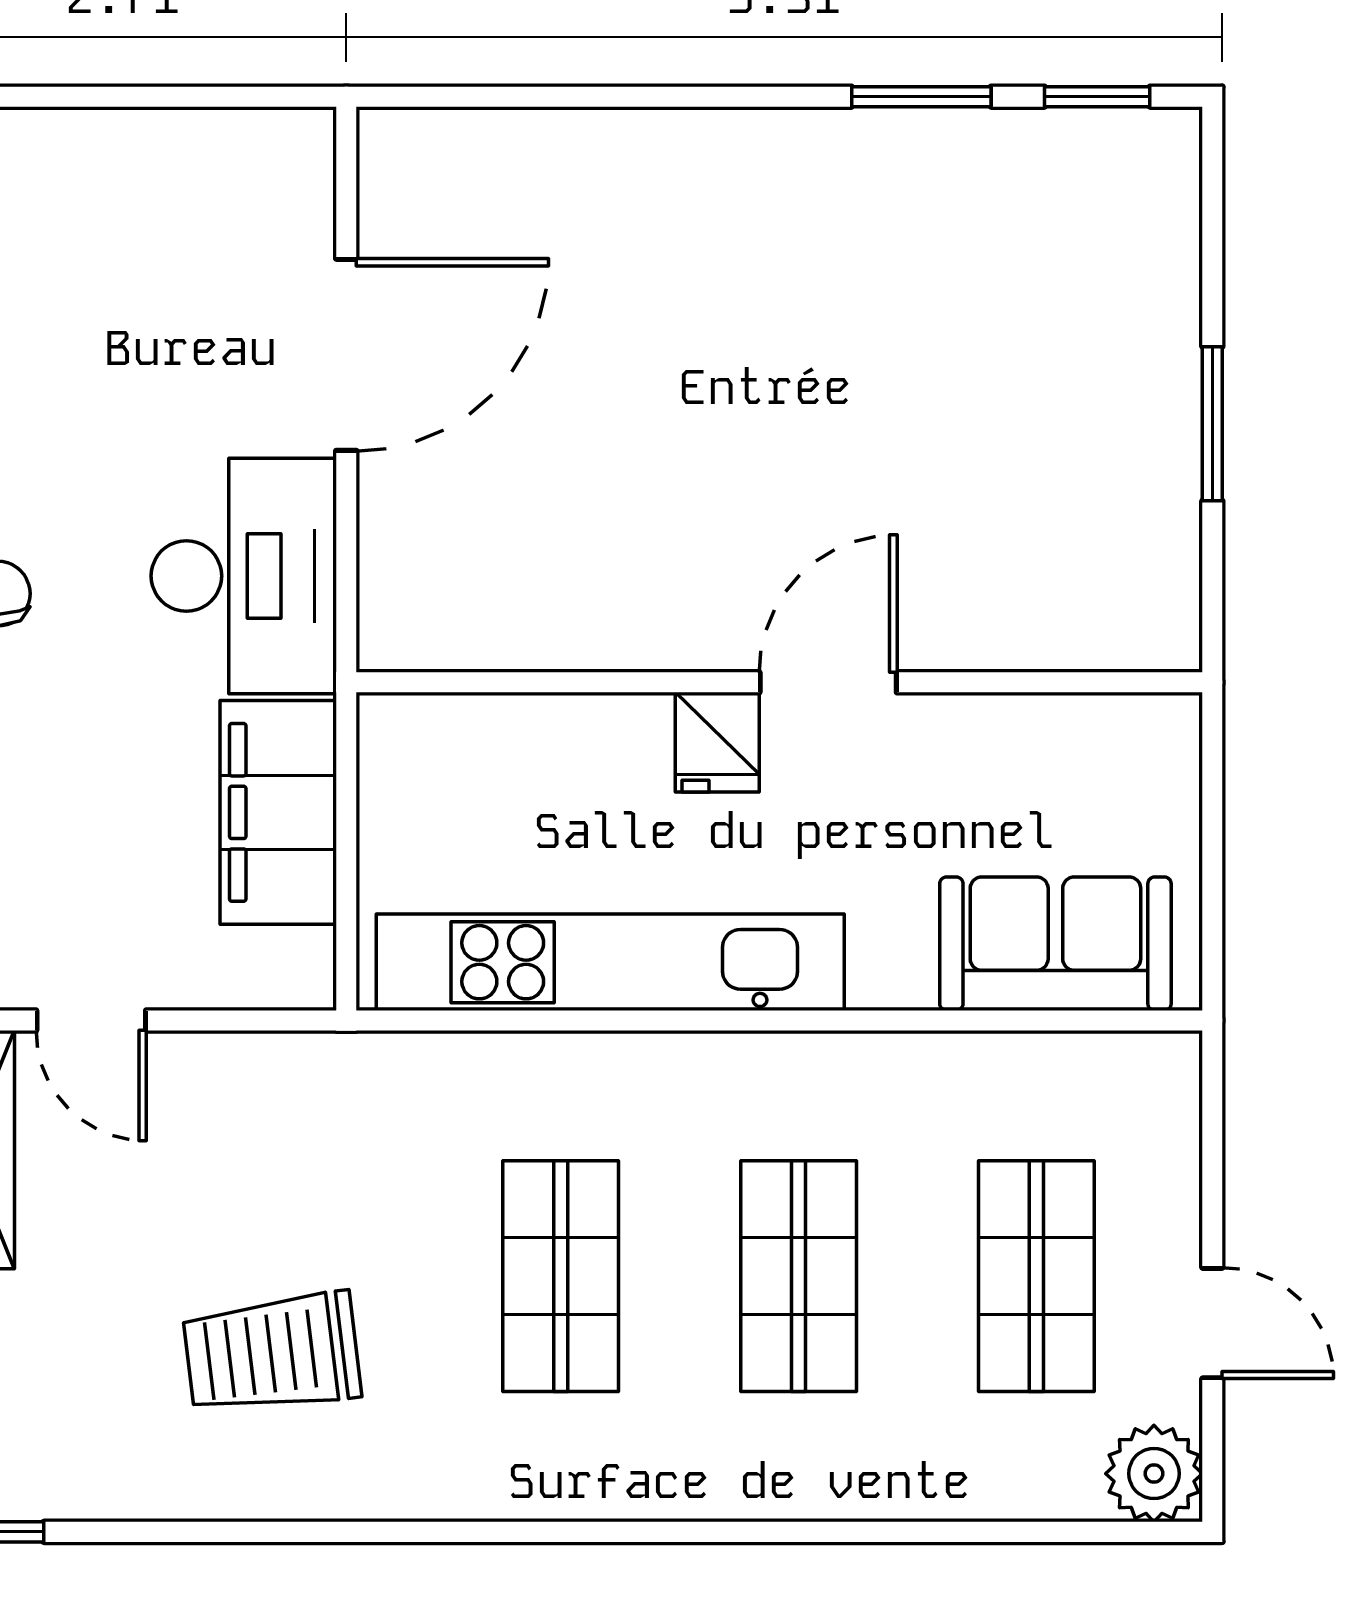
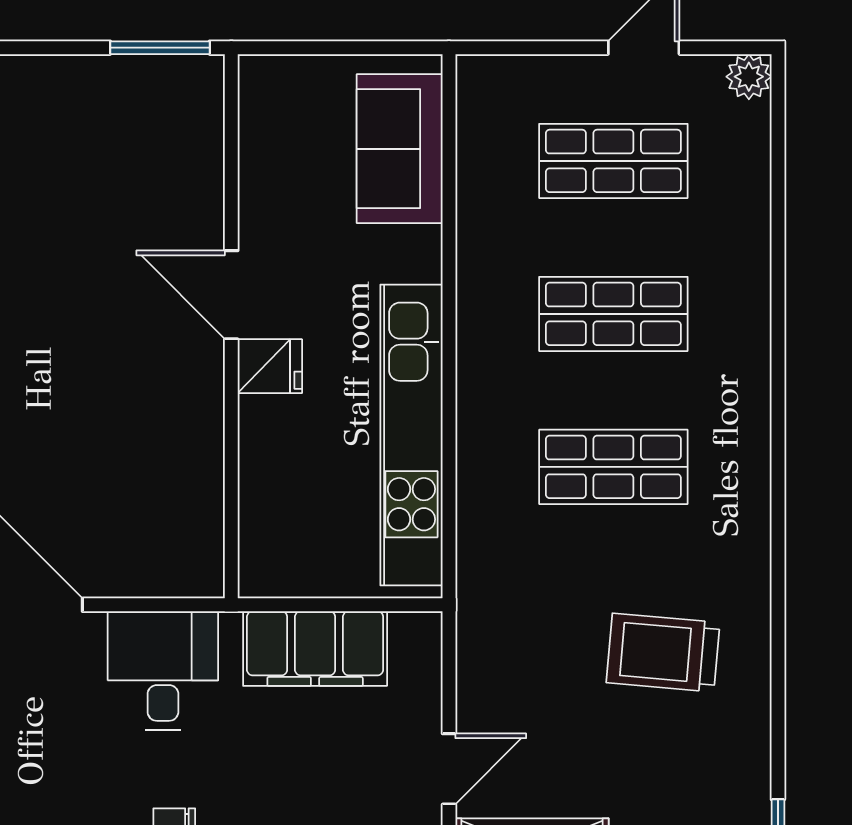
window: (1212, 424) -> (160, 48), moved
desk: (244, 576) -> (163, 671), width x0.73
trolley: (272, 1353) -> (663, 653), turned 102
plant: (1154, 1474) -> (749, 77), width x0.73, depth x0.73

